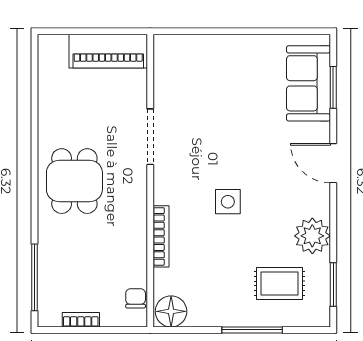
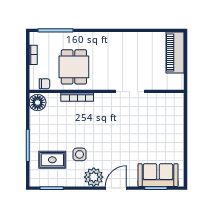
piano: (108, 51) -> (175, 53), moved
dining table: (74, 181) -> (74, 67), moved, turned 90
side table: (228, 202) -> (79, 154), moved
plant: (312, 236) -> (94, 177), moved
rug: (280, 283) -> (52, 160), turned 90

